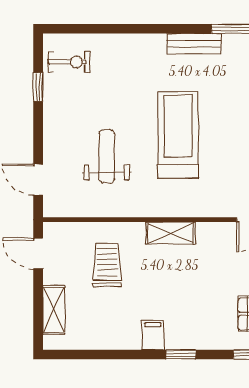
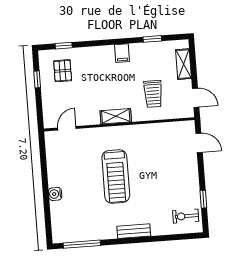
bench: (194, 44) -> (134, 231), moved
weight bench: (107, 156) -> (158, 160), removed
window: (181, 355) -> (152, 39), moved

